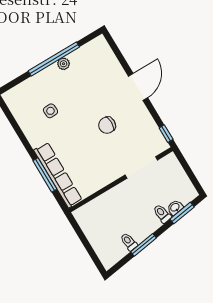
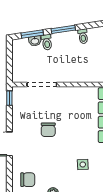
chair: (97, 62) -> (28, 180), added
chair: (107, 125) -> (48, 130), turned 90
window: (143, 245) -> (63, 29), moved

